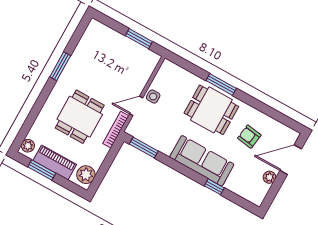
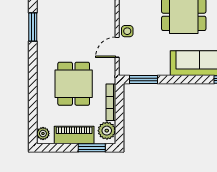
window: (60, 66) -> (33, 27), moved
bookcase: (116, 130) -> (111, 102), moved
window: (42, 170) -> (92, 148), moved

